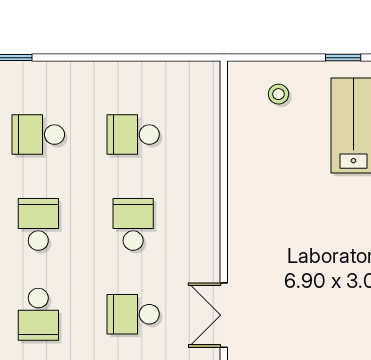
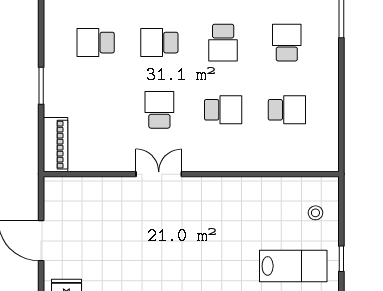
school desk: (133, 135) -> (287, 110), turned 90
school desk: (38, 224) -> (223, 43), turned 90

